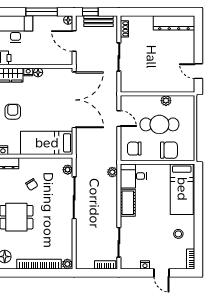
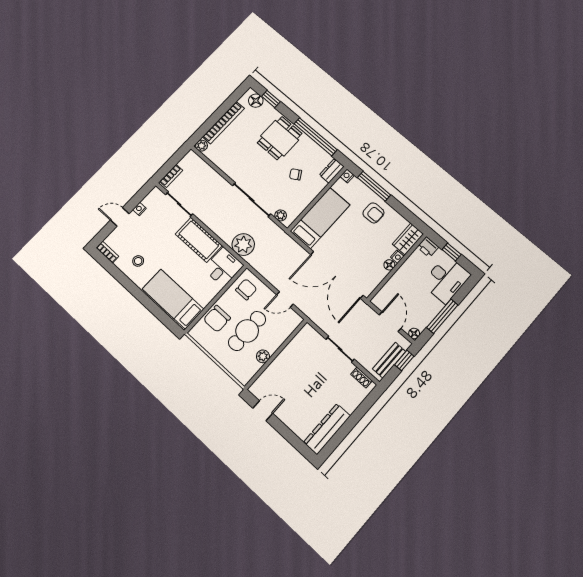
door: (74, 41) -> (390, 322), hinge flipped
plant: (112, 172) -> (243, 245), width x1.88, depth x1.88
cot: (128, 203) -> (199, 240), width x1.37, depth x1.34

